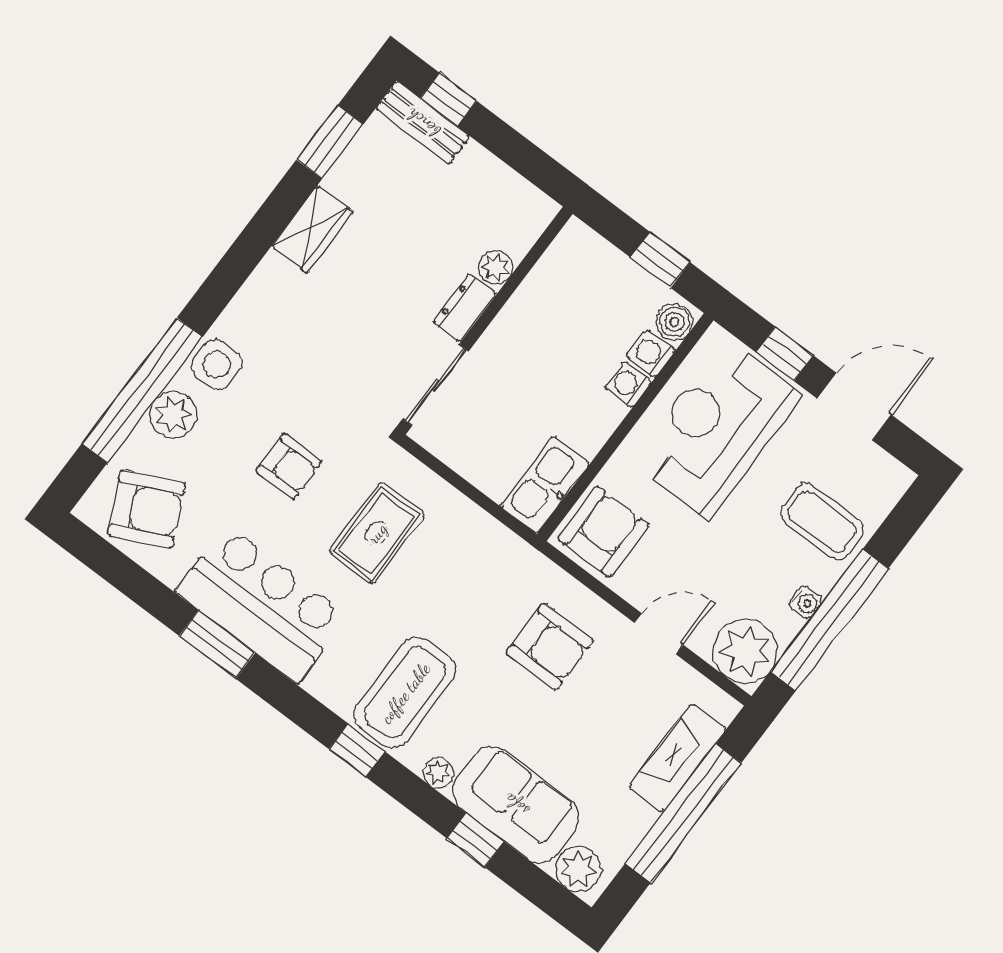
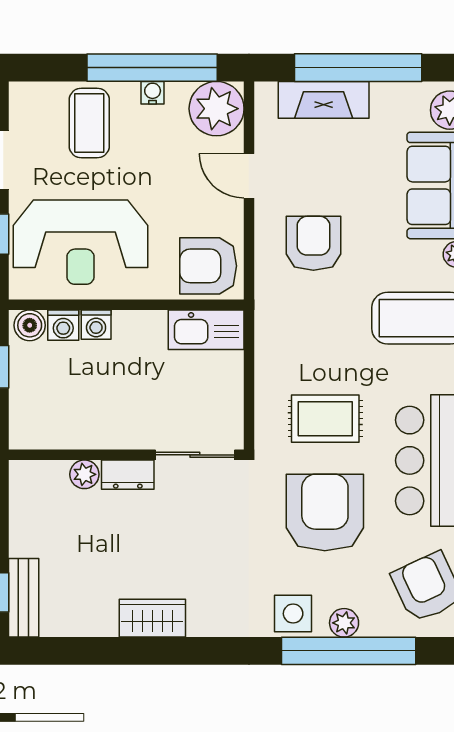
window: (330, 142) -> (84, 651), removed
plant: (173, 415) -> (344, 623), width x0.73, depth x0.73
armchair: (289, 466) -> (325, 512), width x1.88, depth x1.88

